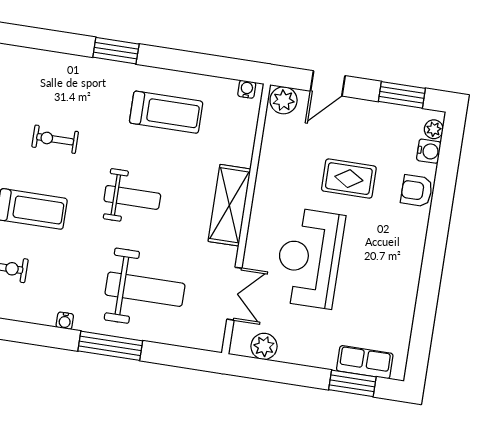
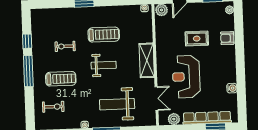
treadmill: (166, 112) -> (104, 35), moved
water cooler: (429, 151) -> (232, 88), moved
weight bench: (145, 289) -> (117, 104), turned 180
row of seats: (365, 362) -> (207, 118), width x2.02

